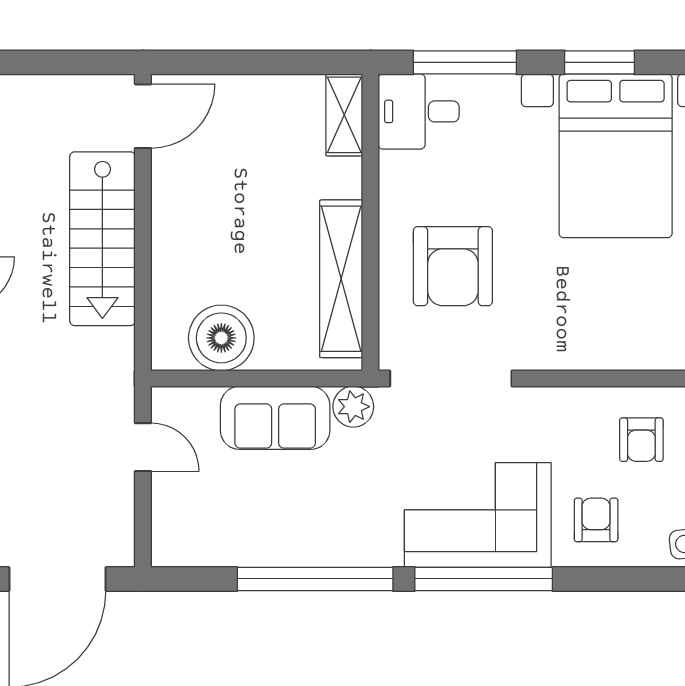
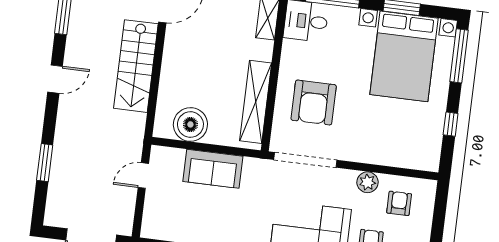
plant: (353, 407) -> (368, 182), moved
armchair: (641, 440) -> (399, 203), turned 180
door: (143, 447) -> (143, 175), swing flipped

